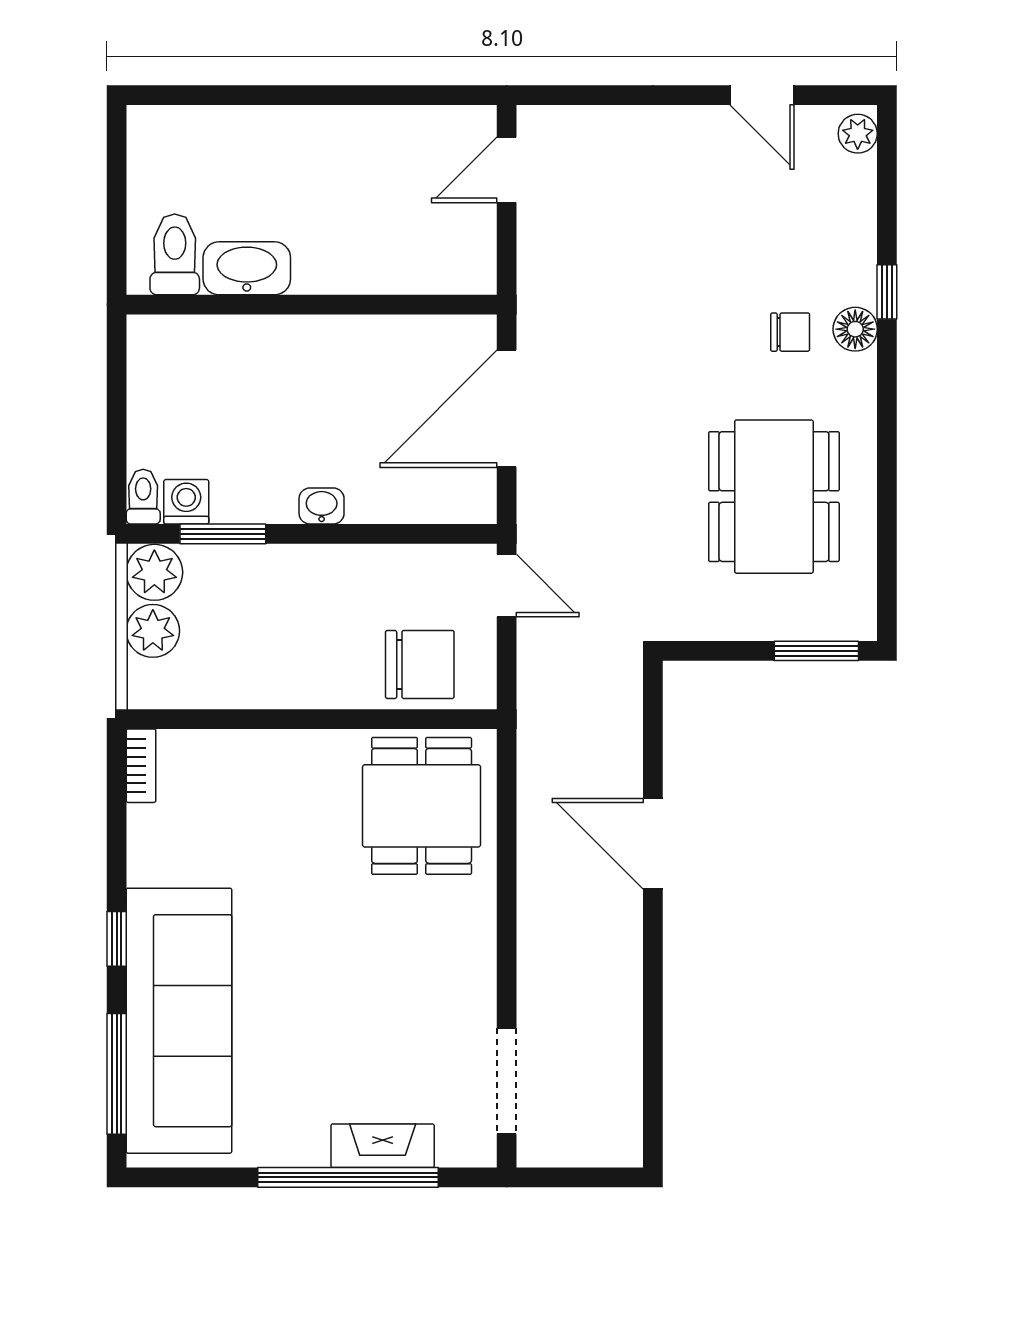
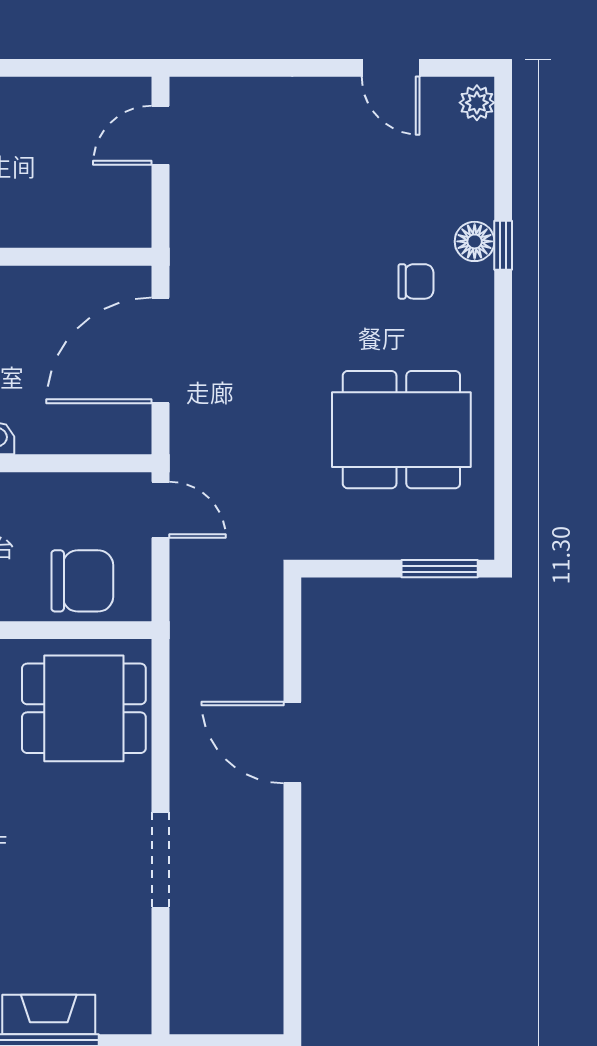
floor lamp: (855, 329) -> (475, 241), moved
dining table: (774, 497) -> (401, 430), turned 90
dining table: (422, 806) -> (84, 708), turned 90
doorway: (507, 1081) -> (161, 860), moved

